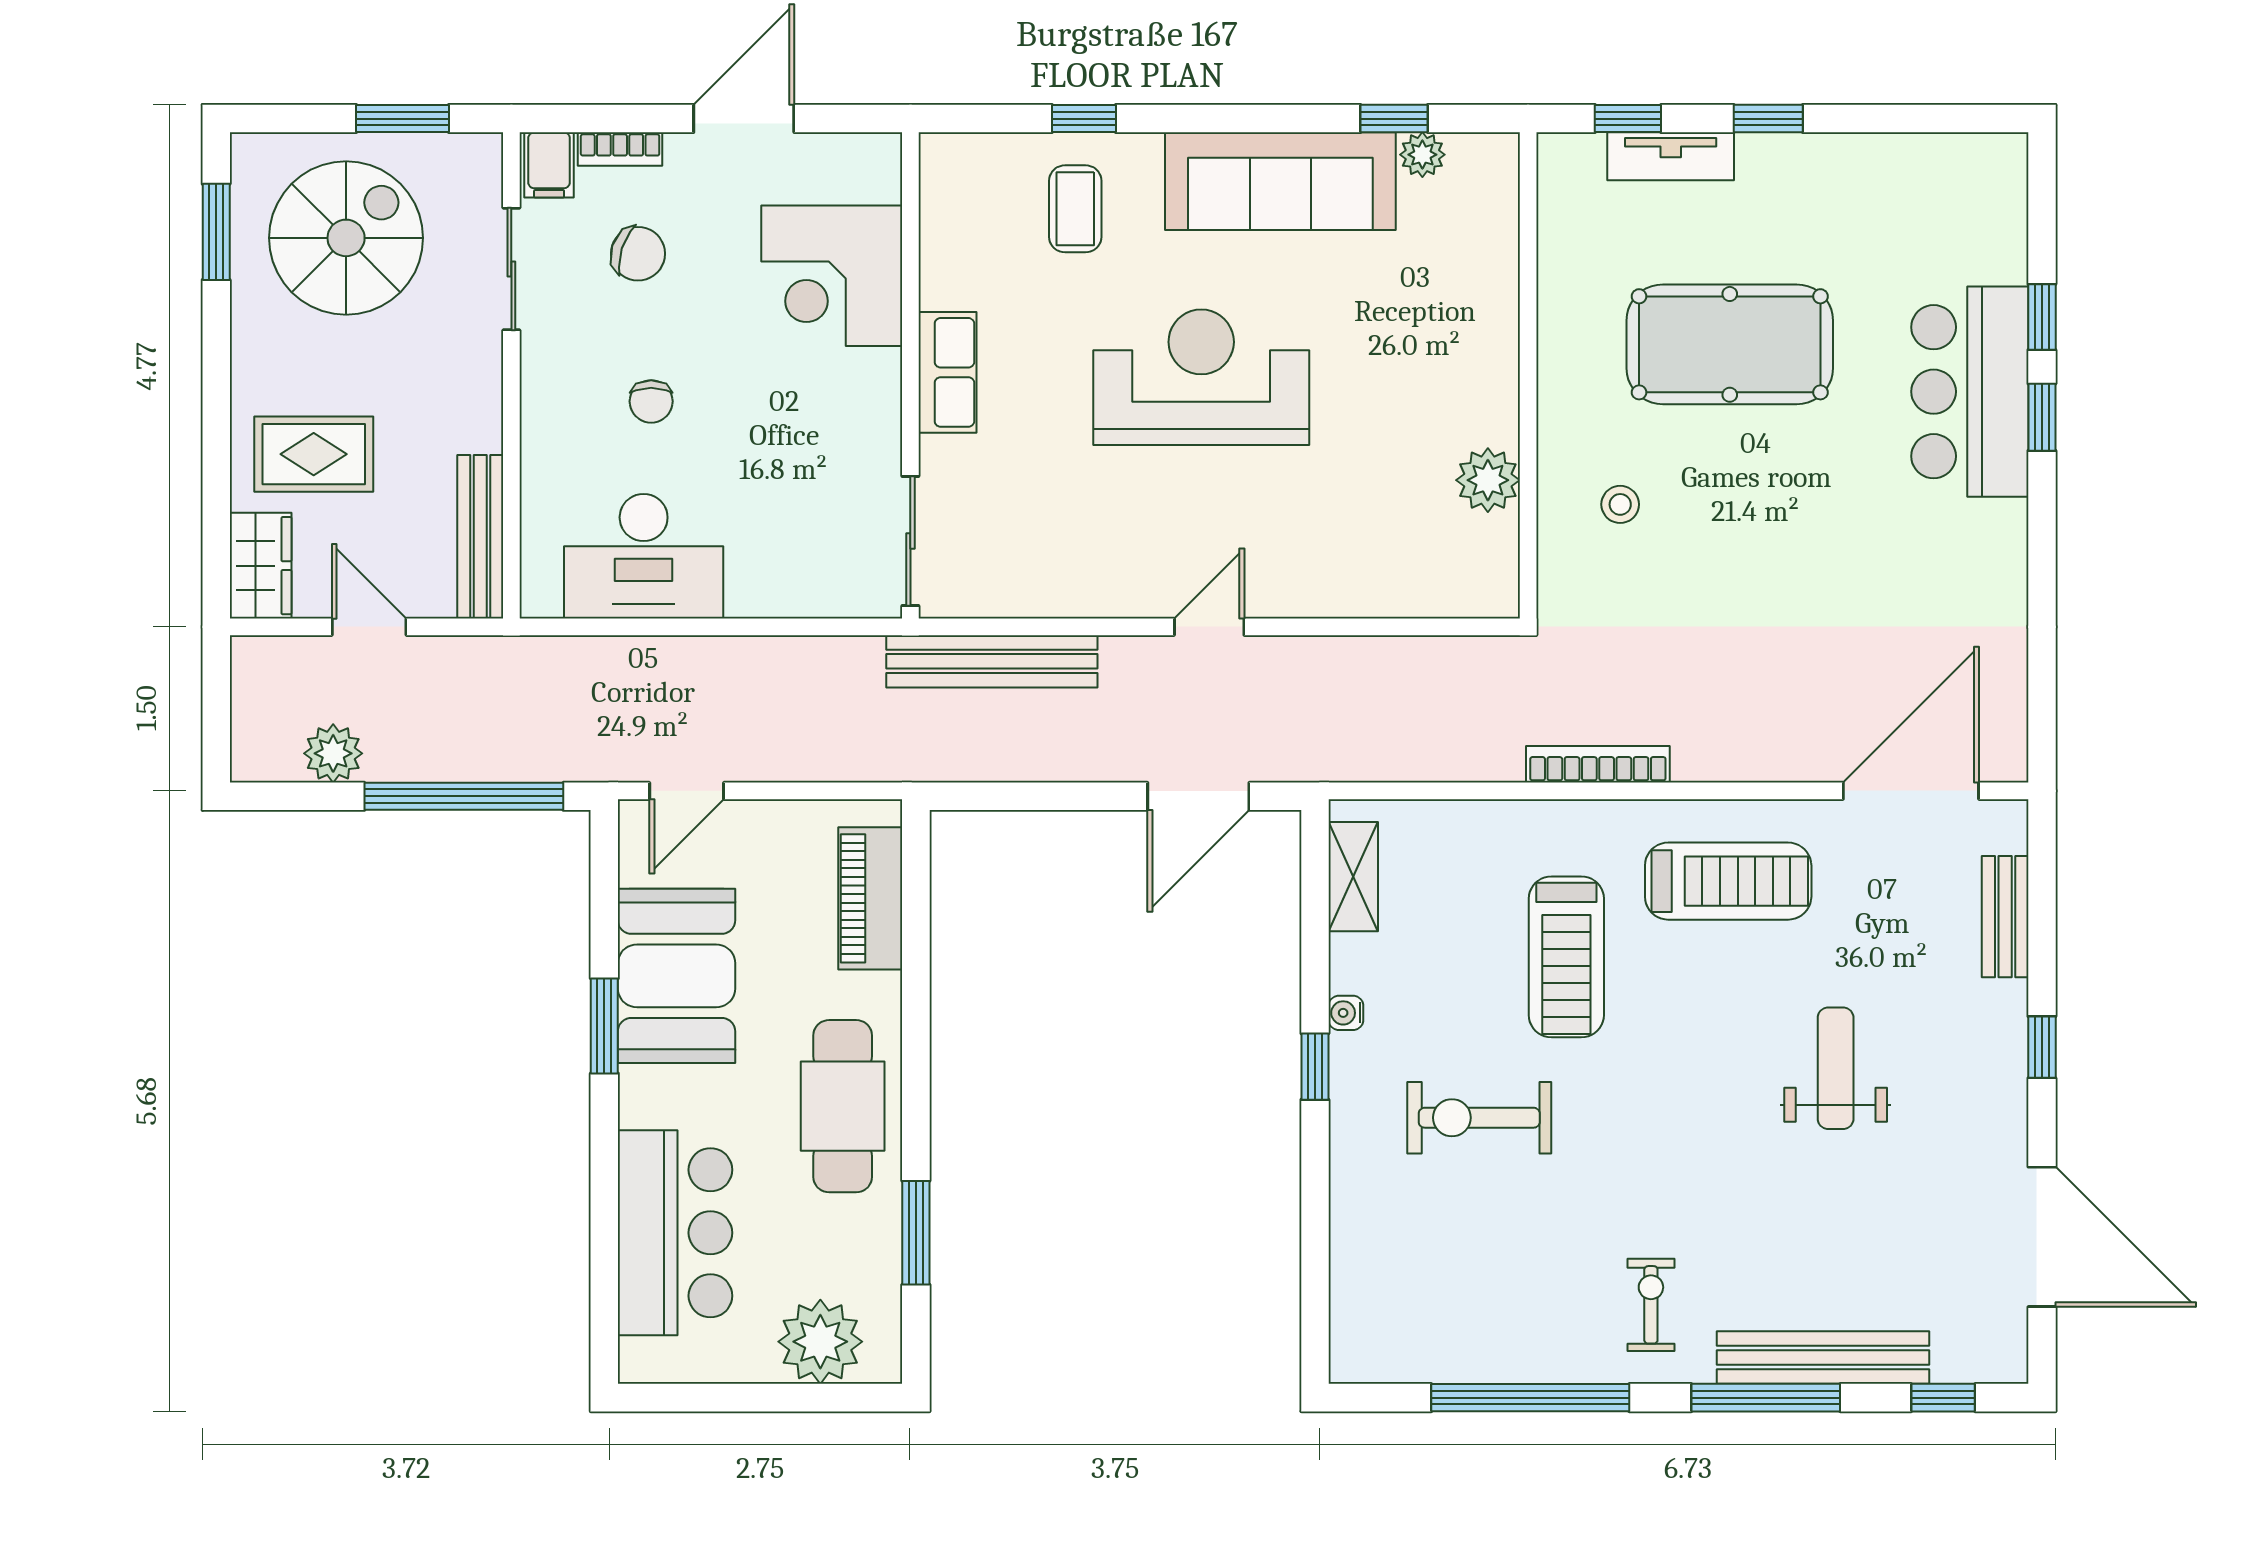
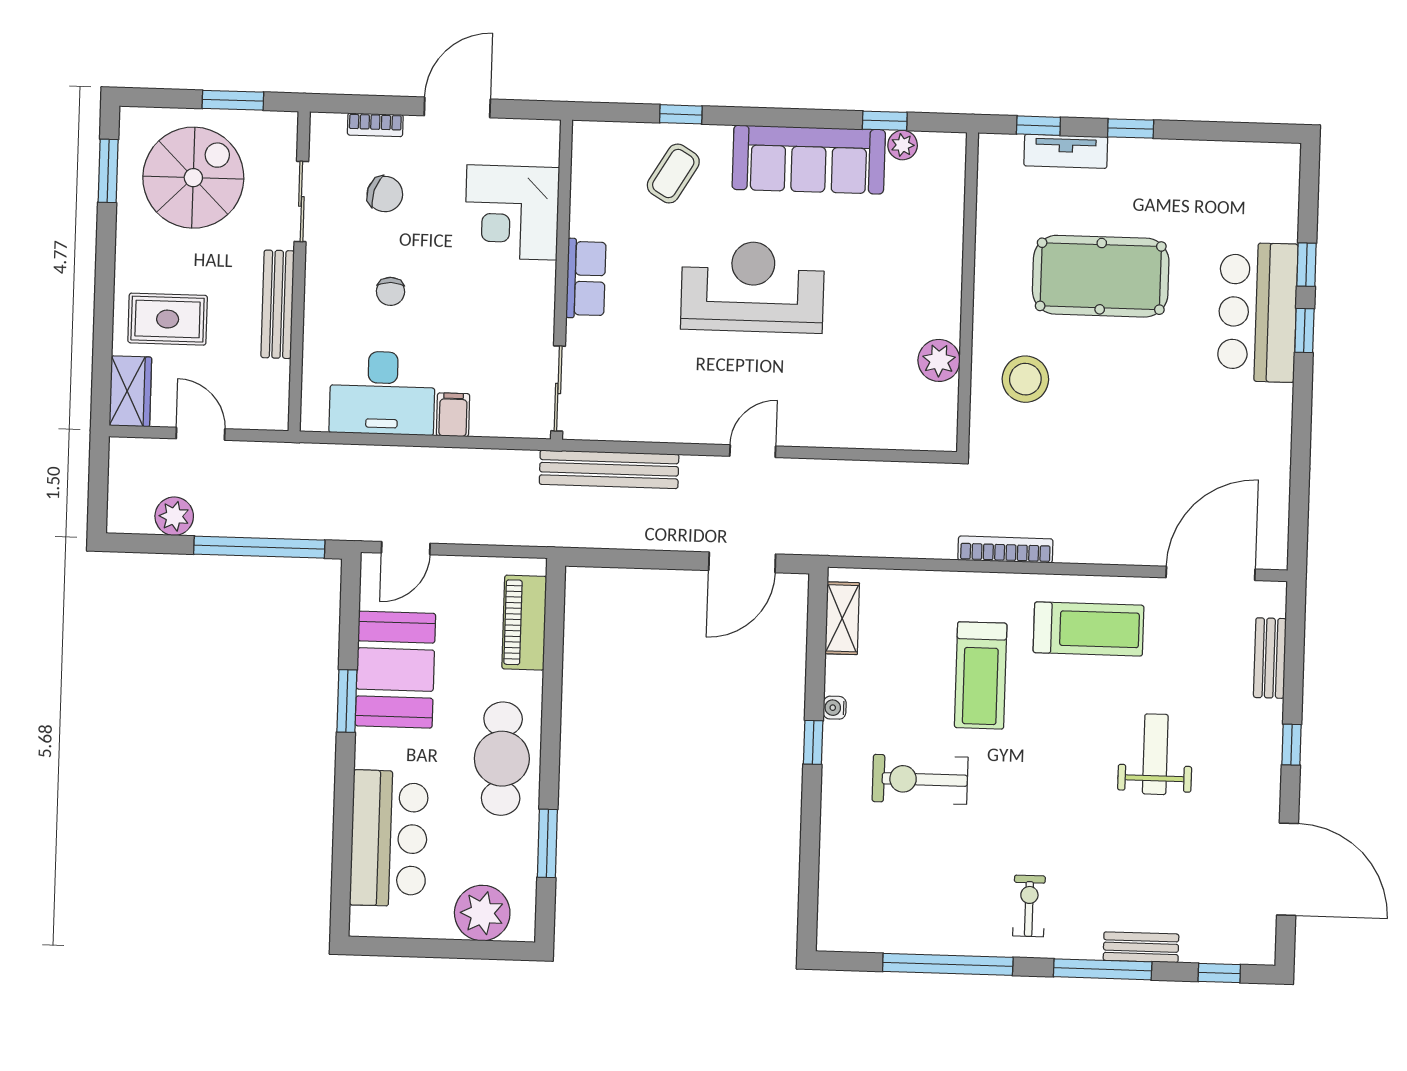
filing cabinet: (549, 165) -> (453, 415), moved, turned 180
coffee table: (1075, 209) -> (673, 174), turned 31
stool: (1620, 504) -> (1025, 379), width x1.89, depth x1.89
bench: (480, 537) -> (278, 304), moved
bench: (1823, 1358) -> (1141, 947), width x0.54, depth x0.82

